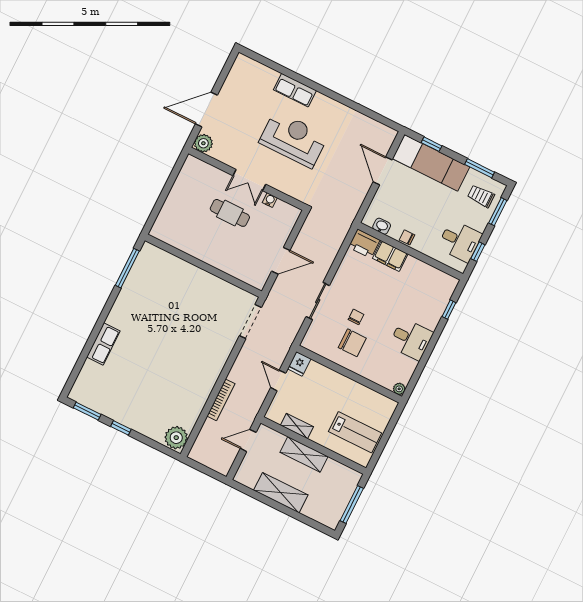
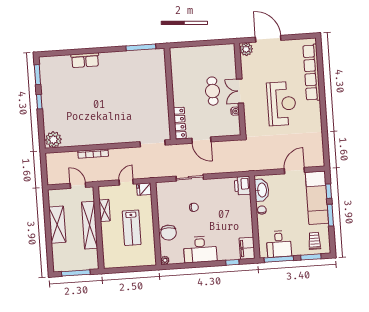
row of seats: (295, 90) -> (312, 72), width x2.02
window: (480, 168) -> (330, 215), moved
washbasin: (382, 226) -> (262, 190), width x1.91, depth x1.45
window: (478, 252) -> (279, 259), width x2.17
filing cabinet: (390, 256) -> (247, 248), moved
locker: (245, 275) -> (180, 123), added
desk: (411, 339) -> (200, 250), width x1.37
chair: (352, 343) -> (169, 233), moved
lab bench: (355, 432) -> (132, 228), moved
shelving: (304, 454) -> (90, 225), width x1.47

